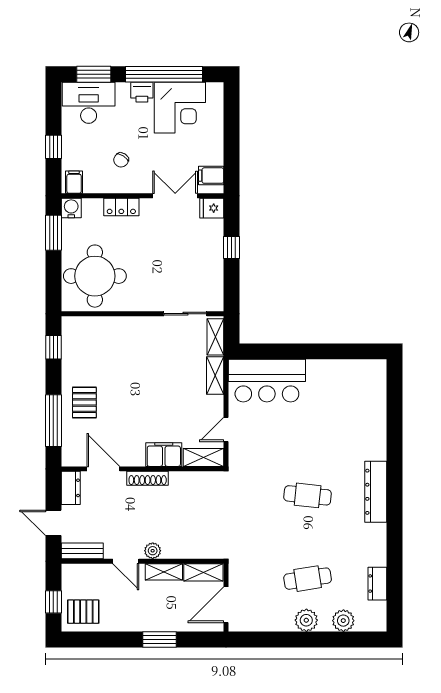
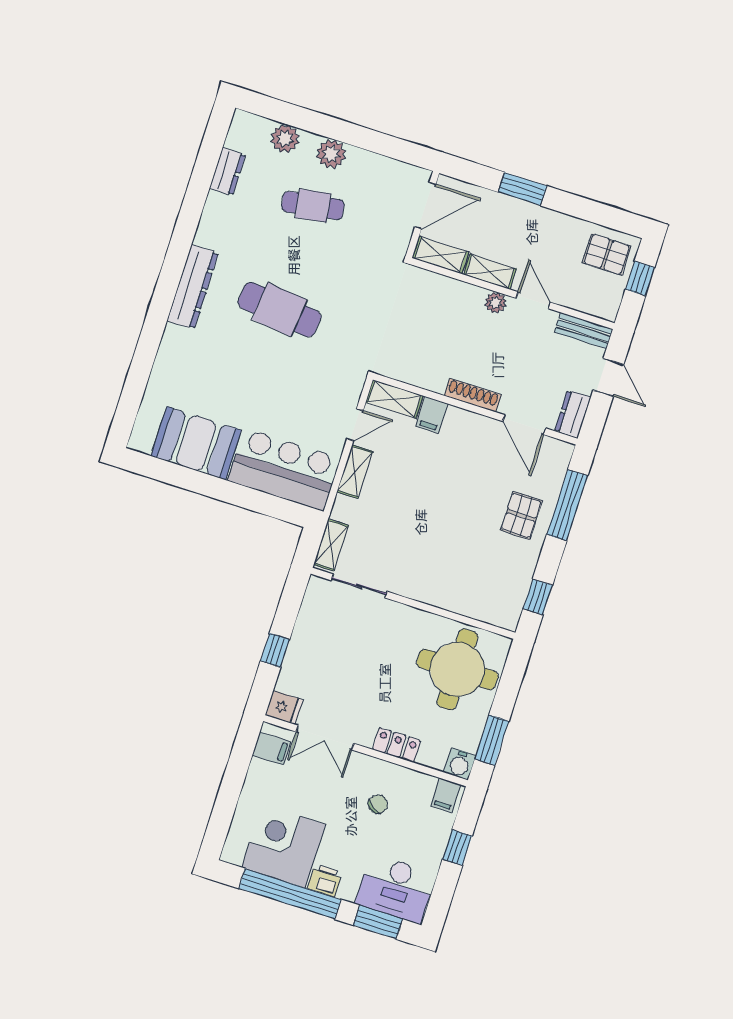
shelving: (215, 376) -> (355, 472), moved
booth: (337, 379) -> (196, 443), added
filing cabinet: (164, 455) -> (432, 415), width x0.50
cafe table: (308, 495) -> (279, 310), width x1.37, depth x1.35

